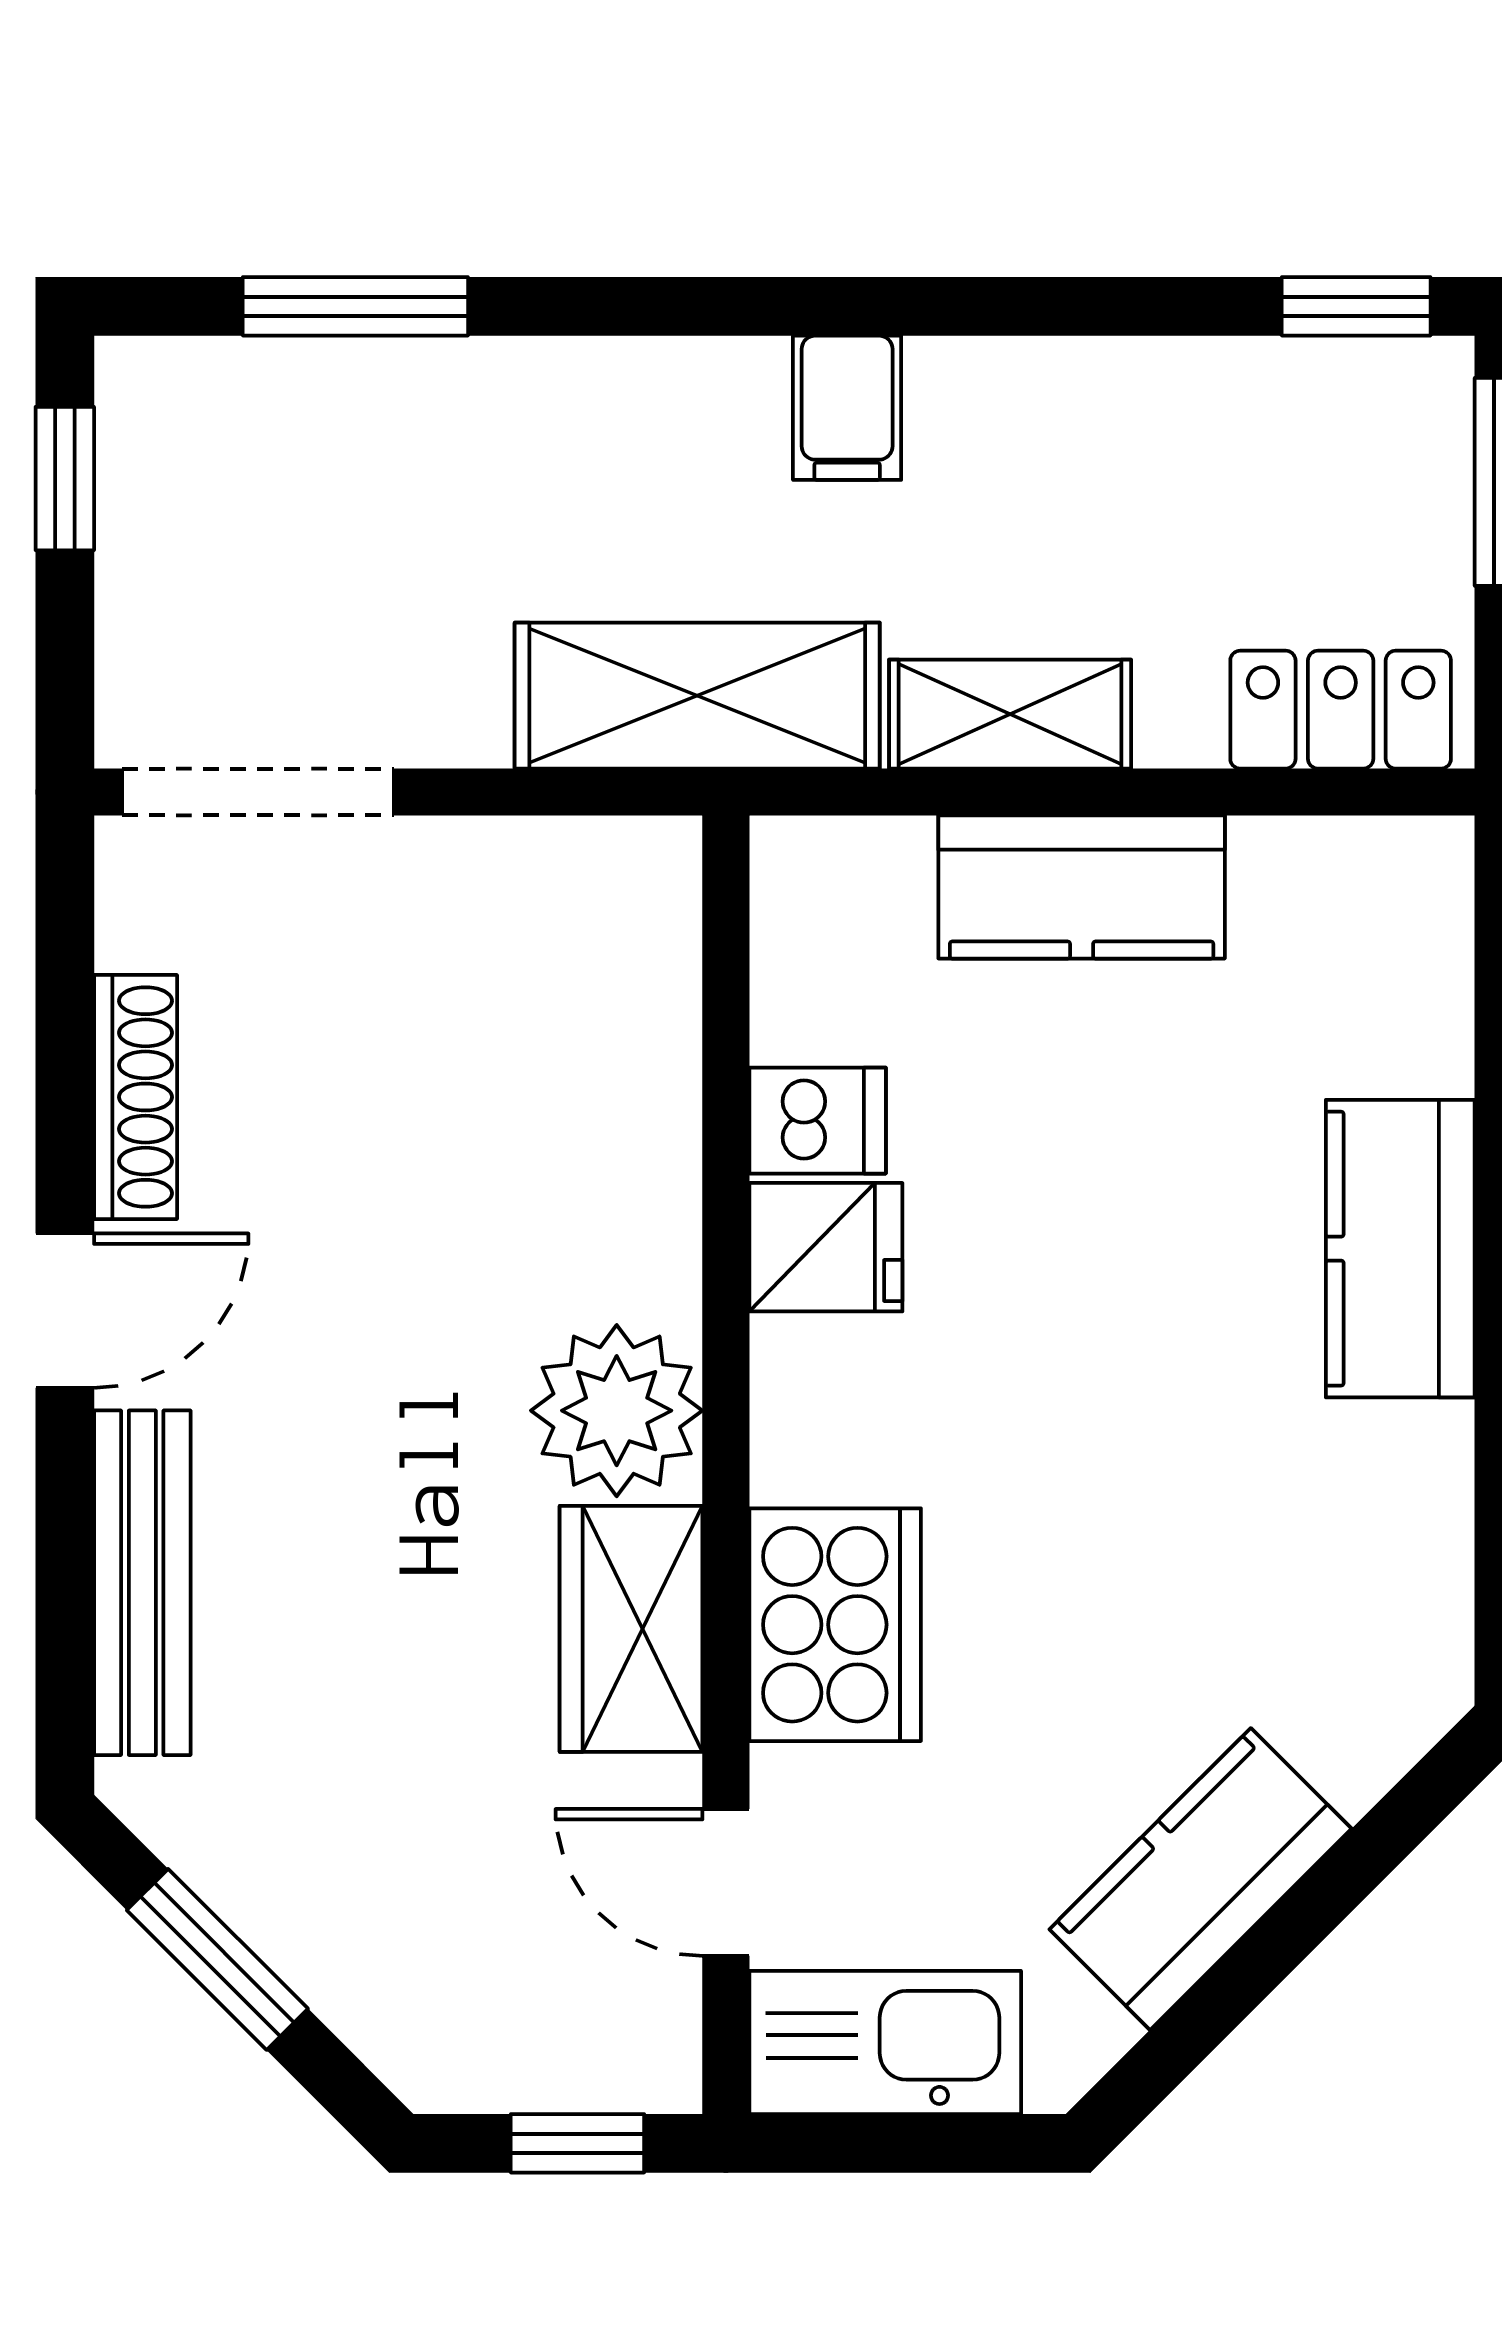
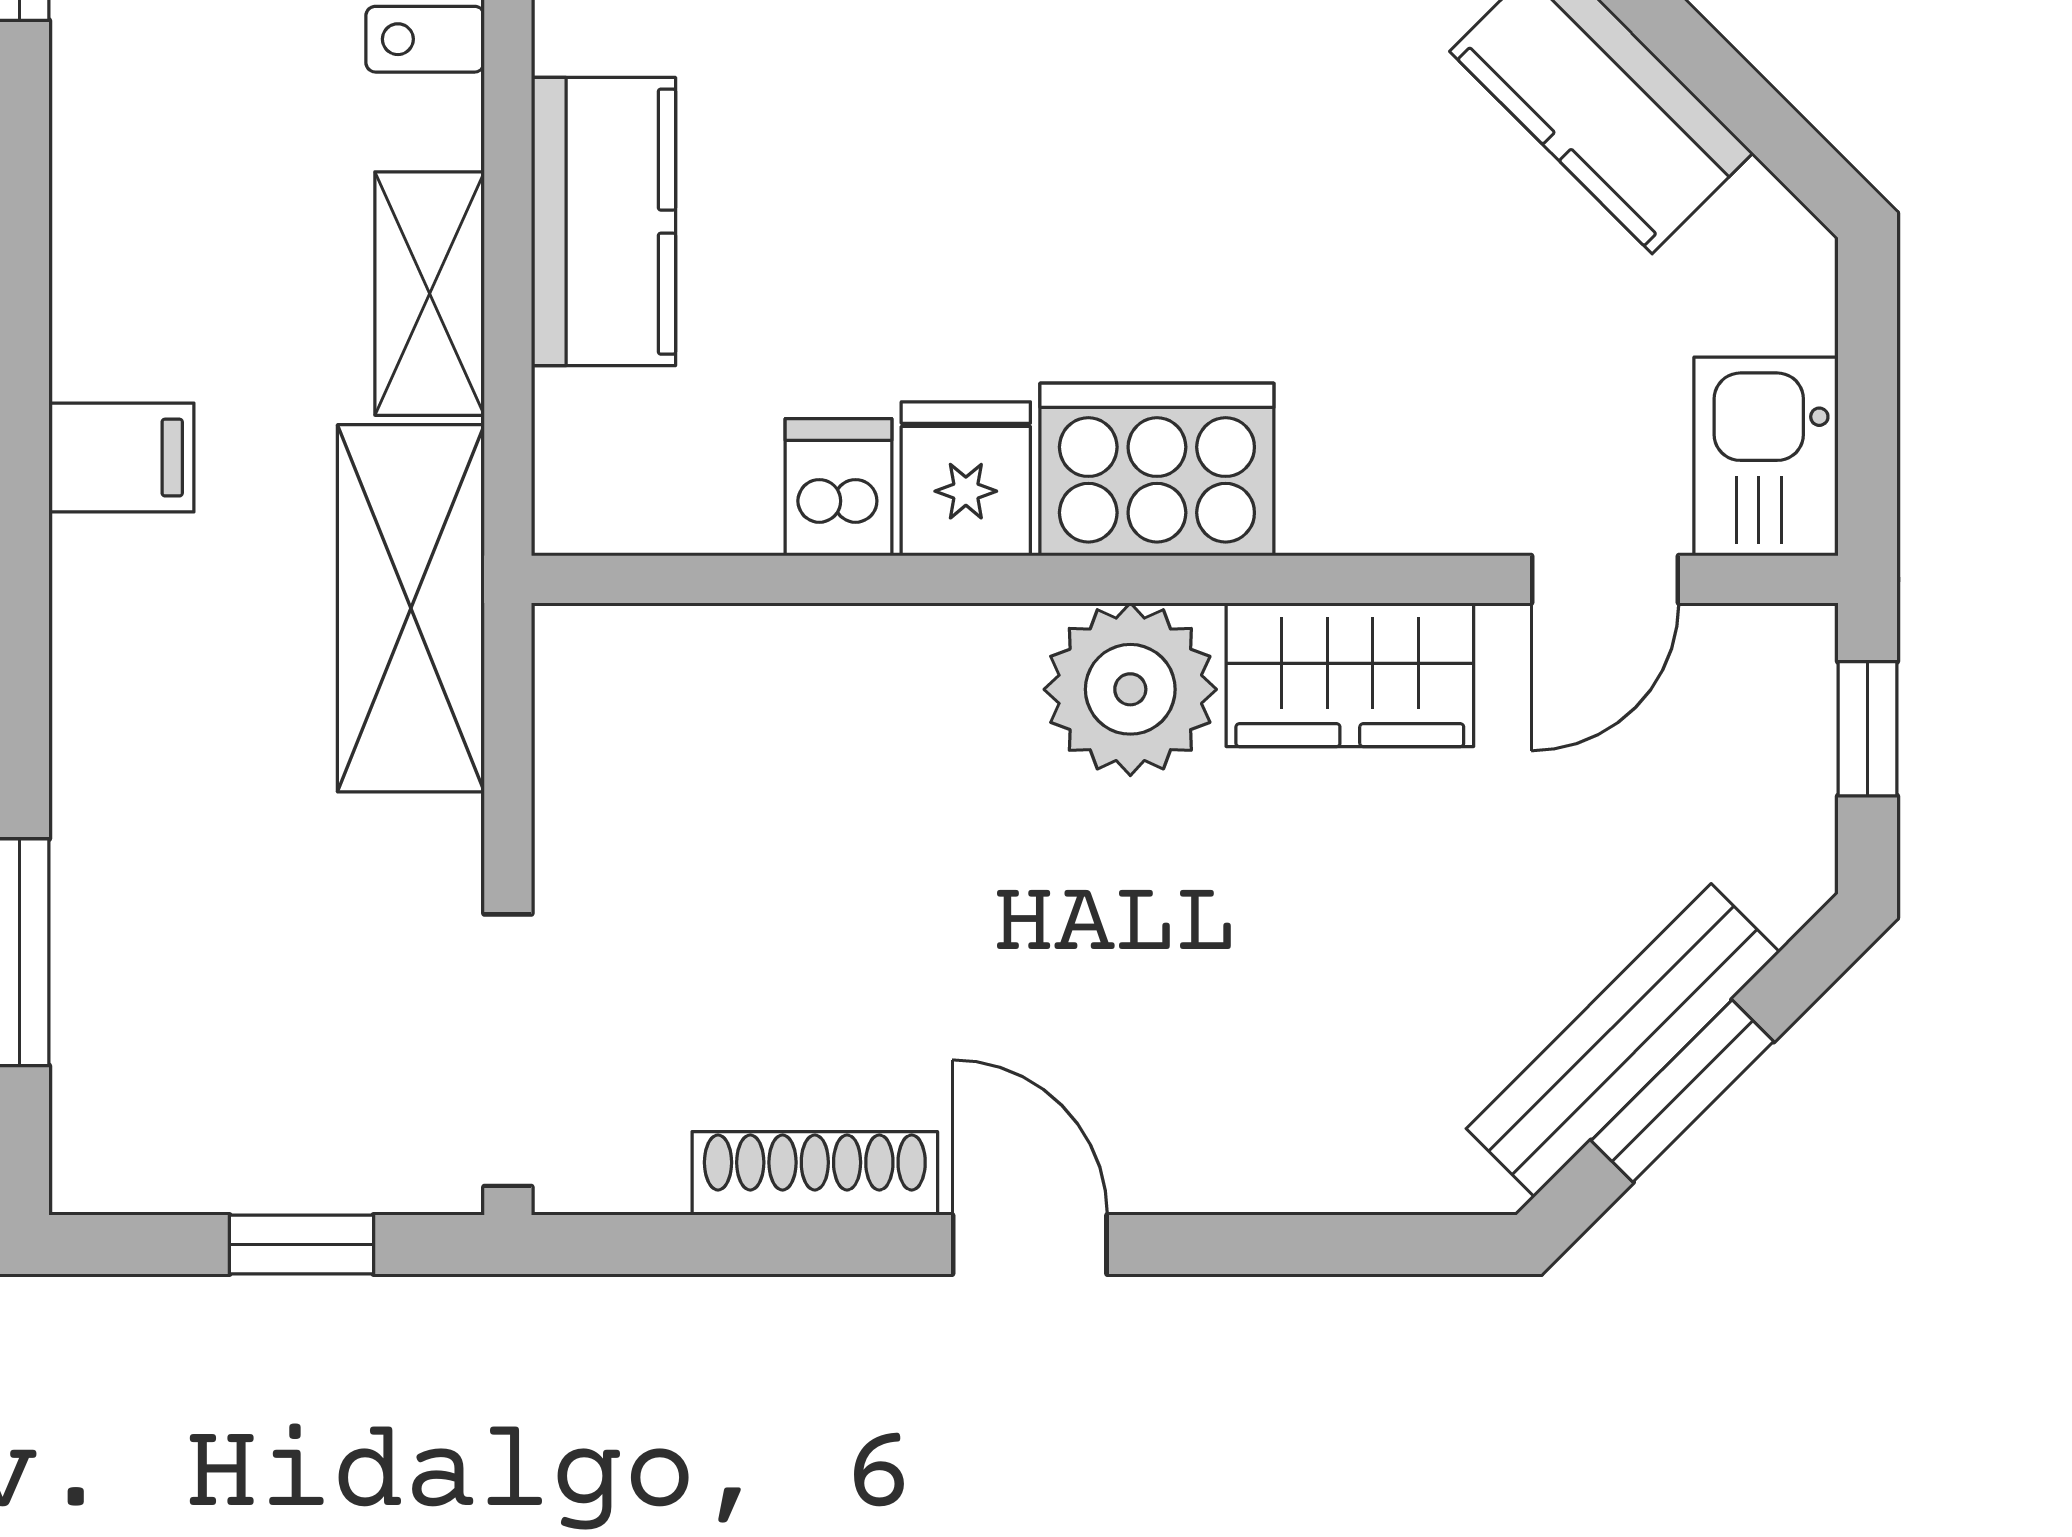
window: (65, 479) -> (302, 1245), moved
bench: (142, 1583) -> (1623, 1040), moved, turned -45
cooker: (835, 1625) -> (1157, 470), moved
kitchen sink: (885, 2042) -> (1766, 456), width x0.73

